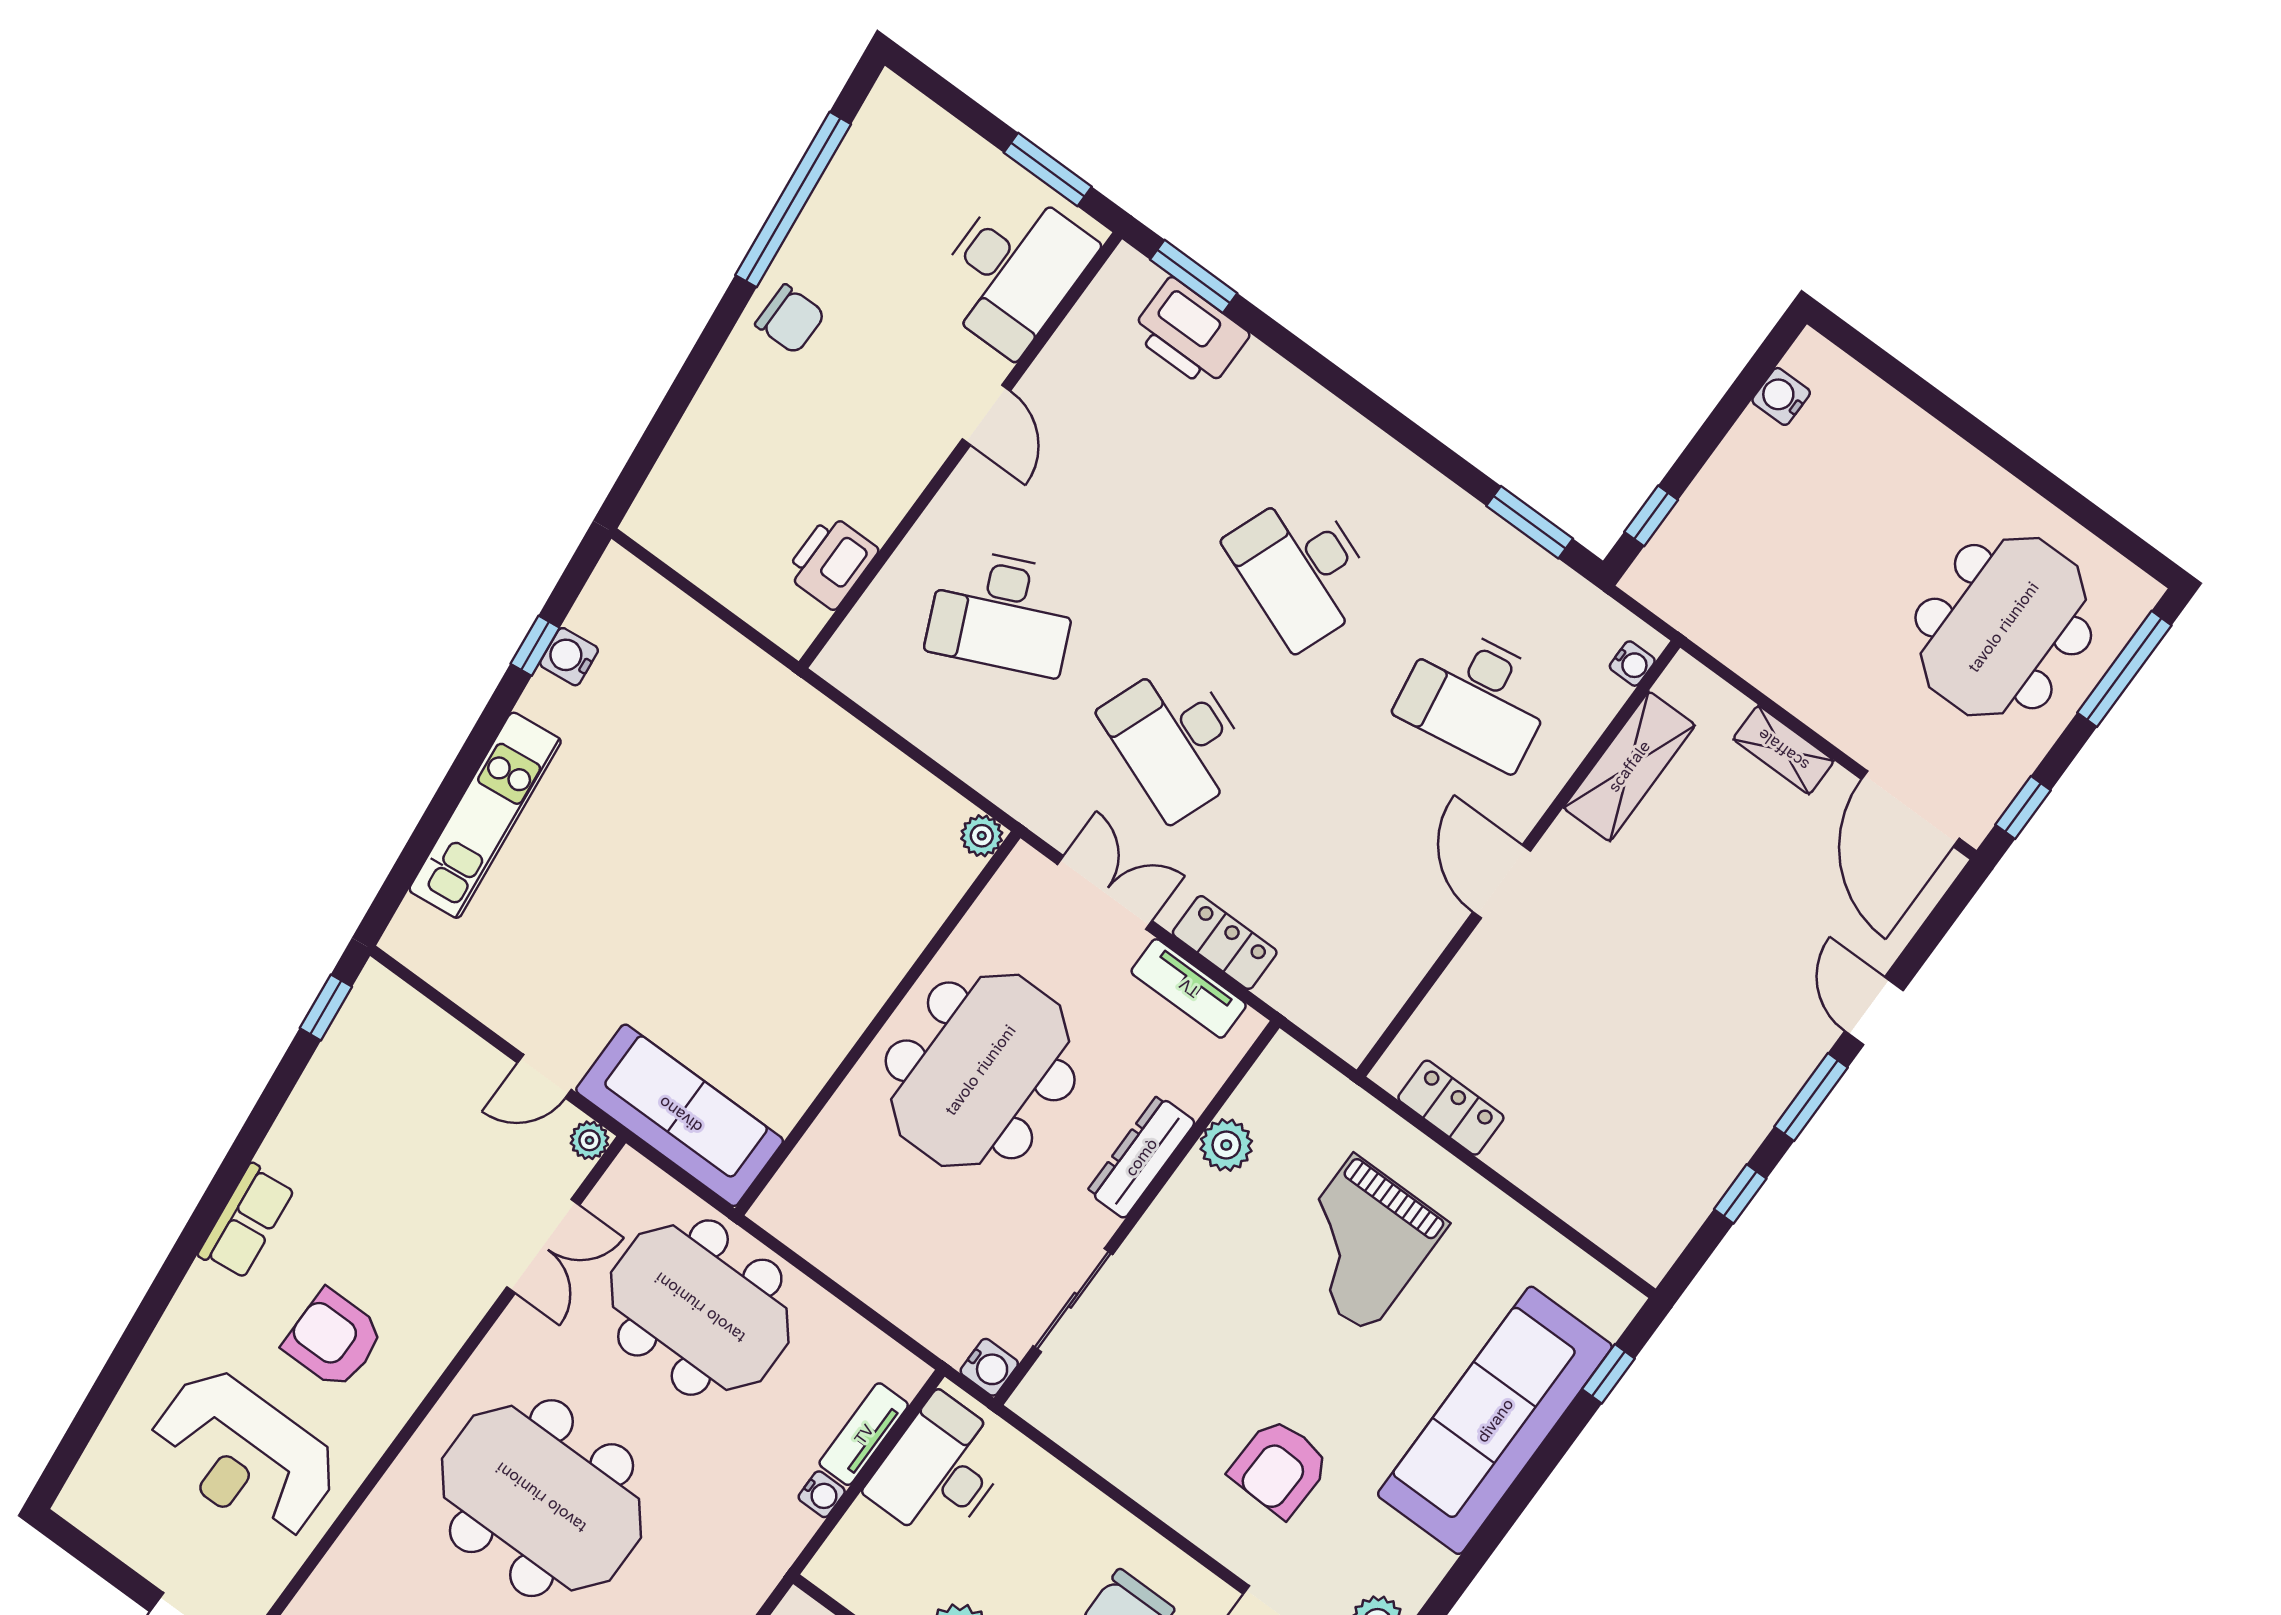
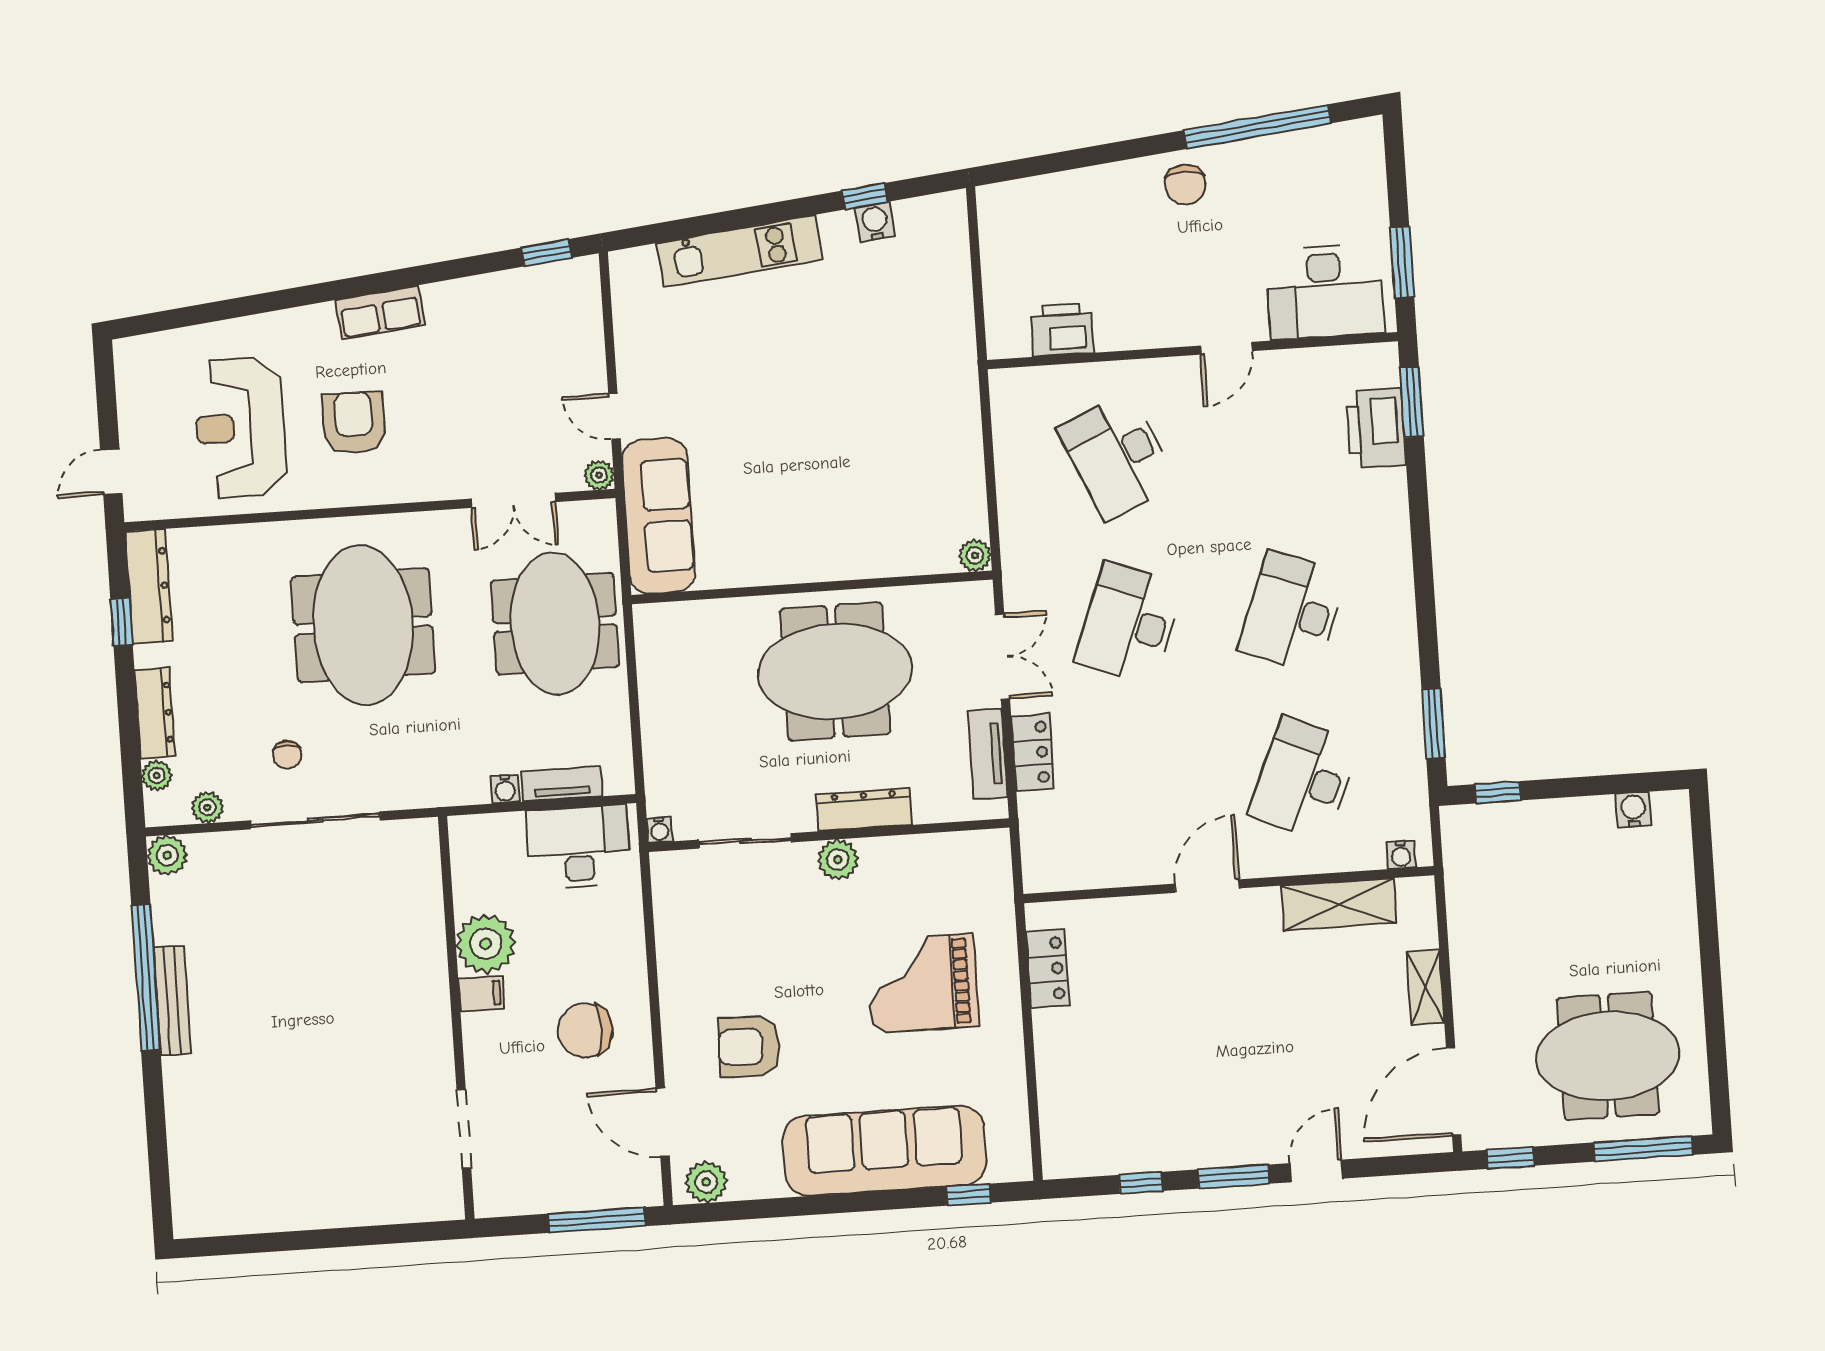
desk: (1477, 697) -> (1304, 779), turned 33
plant: (1226, 1145) -> (838, 860), moved
water cooler: (989, 1367) -> (660, 830), width x0.72, depth x0.72

